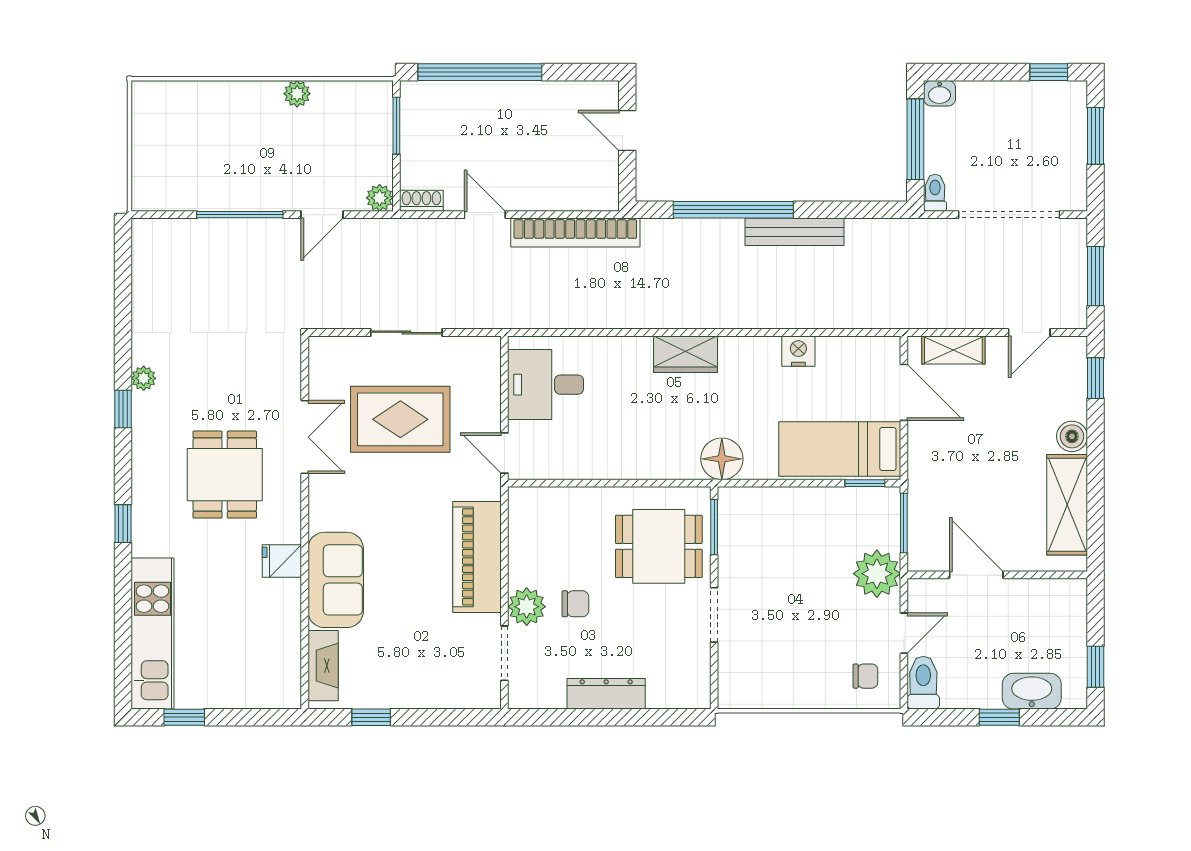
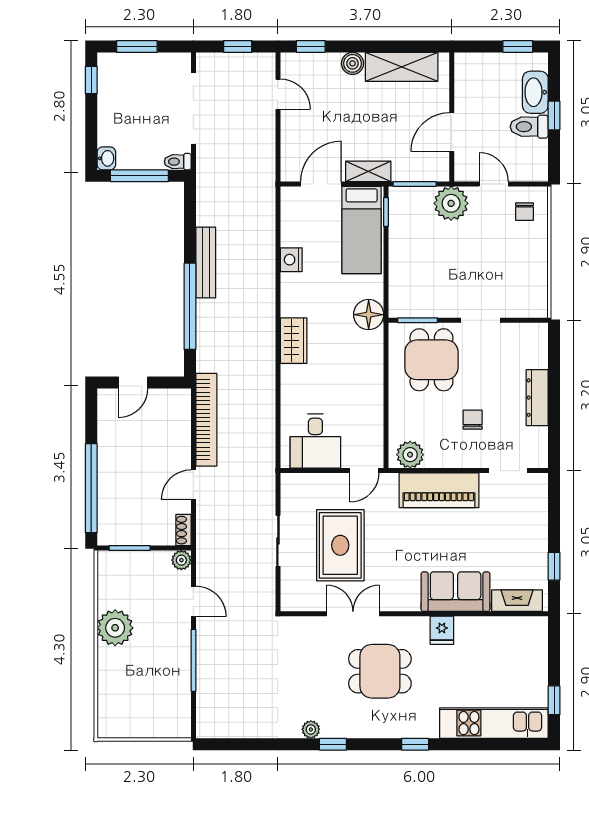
plant: (297, 94) -> (115, 628), width x1.87, depth x1.87
window: (1096, 276) -> (238, 46), width x0.67
shelving: (953, 350) -> (368, 171), moved, turned 90
plant: (527, 607) -> (410, 455), moved
chair: (865, 676) -> (524, 212), turned 180
toilet: (923, 683) -> (529, 127), moved

